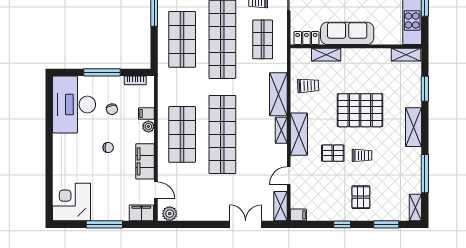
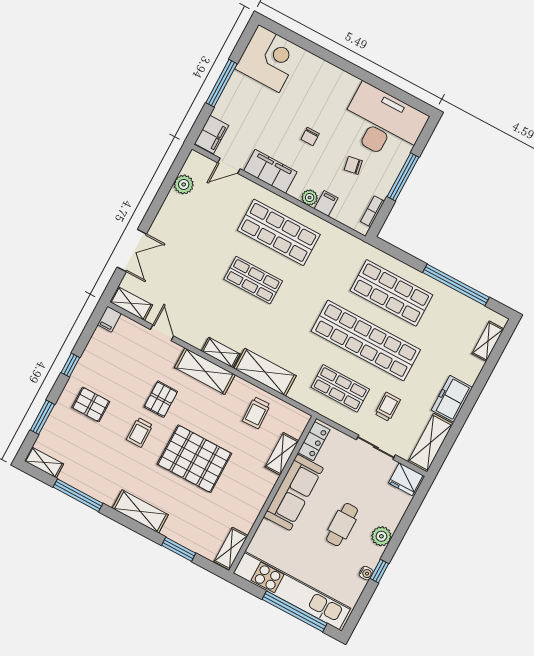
pallet: (360, 110) -> (194, 459), turned 90
shop shelf: (222, 134) -> (253, 280), width x0.50, depth x0.74
plant: (170, 214) -> (184, 184), moved

